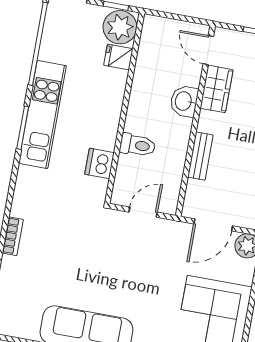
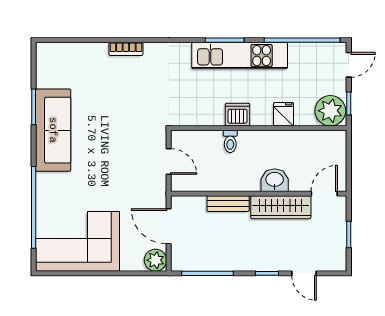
fridge: (118, 57) -> (284, 114), moved
wardrobe: (217, 89) -> (281, 207), width x1.50
toilet: (138, 145) -> (230, 141), width x0.73, depth x0.72
dishwasher: (99, 163) -> (238, 115), moved

